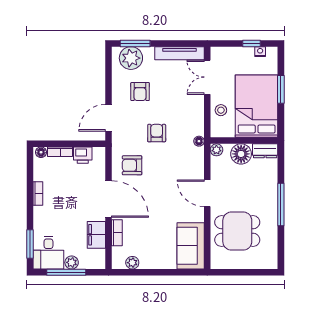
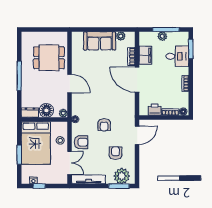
armchair: (132, 165) -> (81, 142), moved
sofa: (191, 246) -> (100, 41), moved, turned 90
desk: (48, 253) -> (177, 56), moved, turned 90

